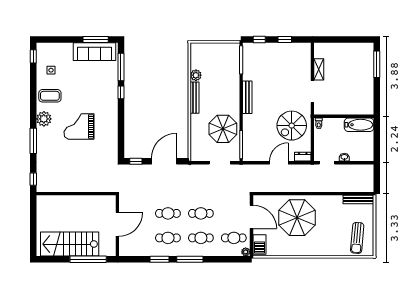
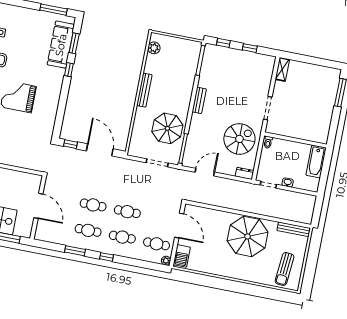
sofa: (95, 52) -> (61, 45), moved, turned 90
window: (121, 67) -> (74, 43), width x0.69
shelving: (319, 69) -> (282, 69), moved
plant: (196, 75) -> (154, 48), moved
bench: (247, 97) -> (199, 100), width x0.73
bathtub: (359, 125) -> (316, 161), moved, turned 90
spiral stairs: (292, 126) -> (239, 139), turned 180
door: (164, 161) -> (100, 150), hinge flipped
door: (279, 163) -> (205, 172), moved
parasol: (297, 218) -> (248, 236), moved
door: (117, 224) -> (38, 206), hinge flipped
window: (190, 259) -> (107, 257), width x0.46

